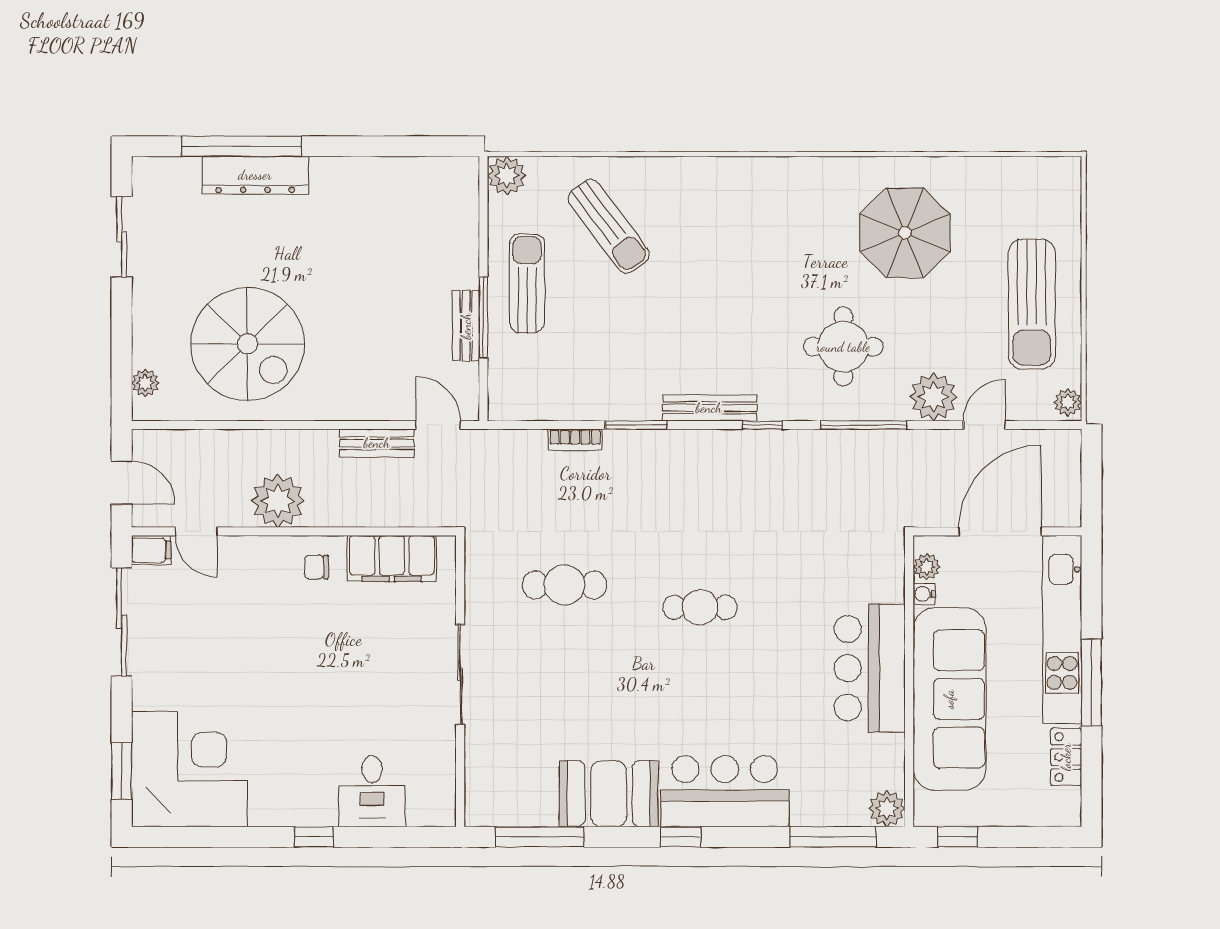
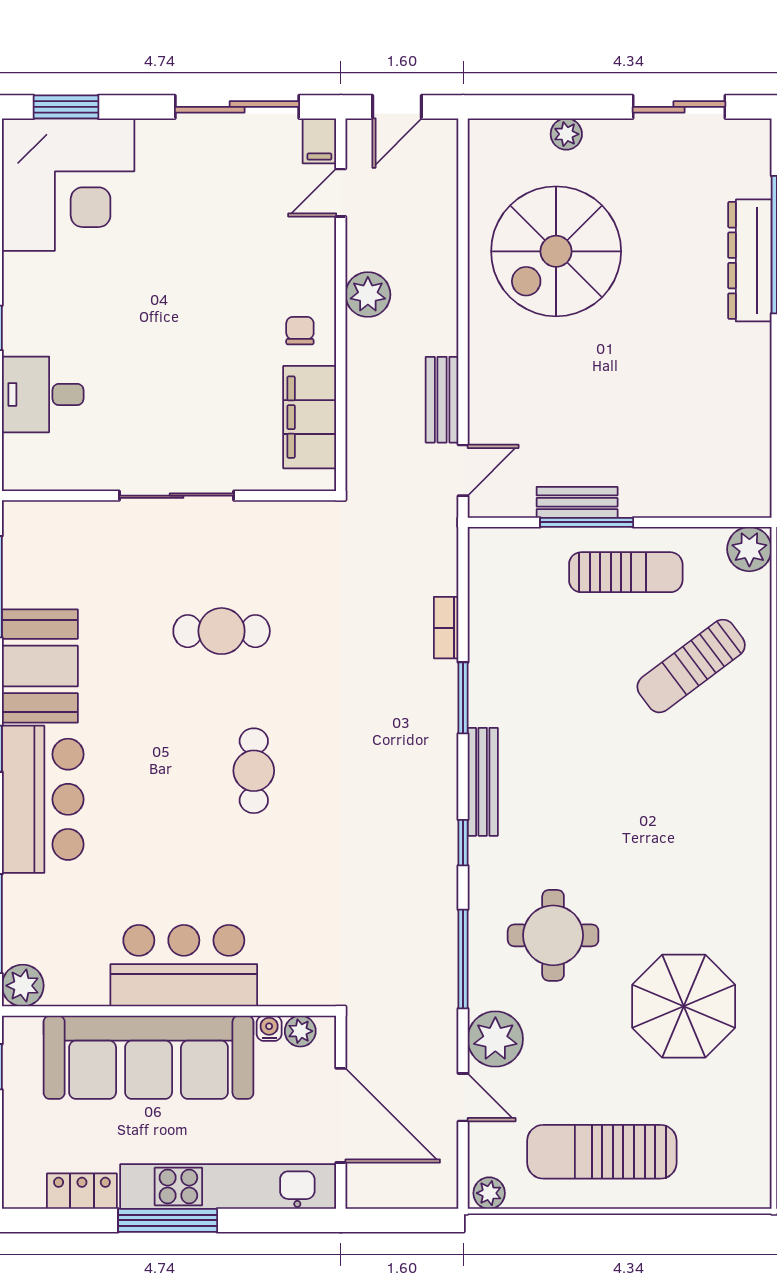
plant: (145, 383) -> (566, 134), moved
plant: (278, 501) -> (368, 295), width x0.73, depth x0.73
cafe table: (564, 585) -> (222, 631), moved, turned 90

